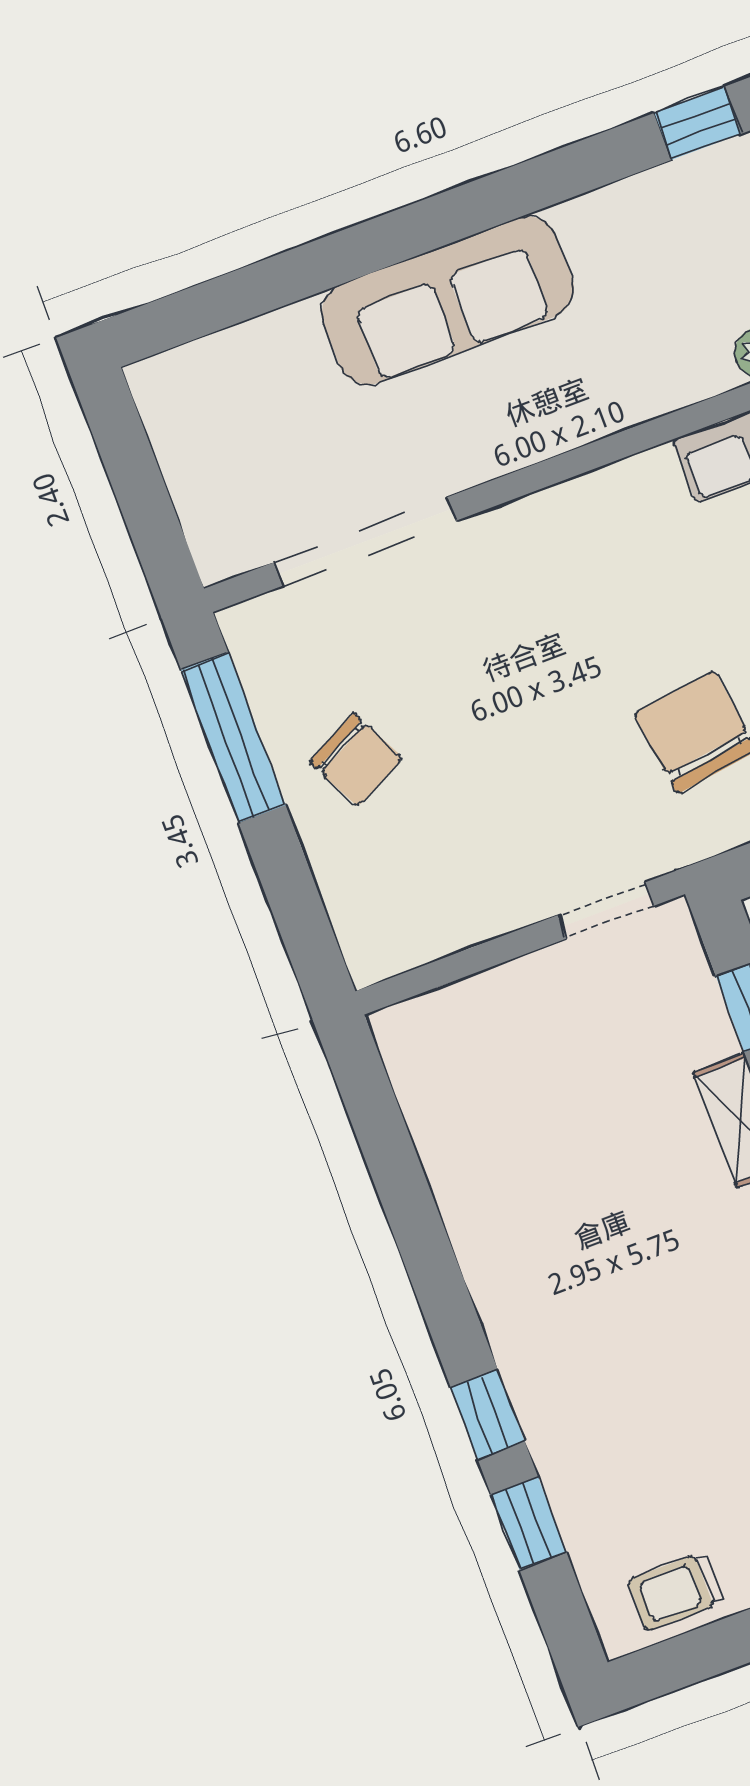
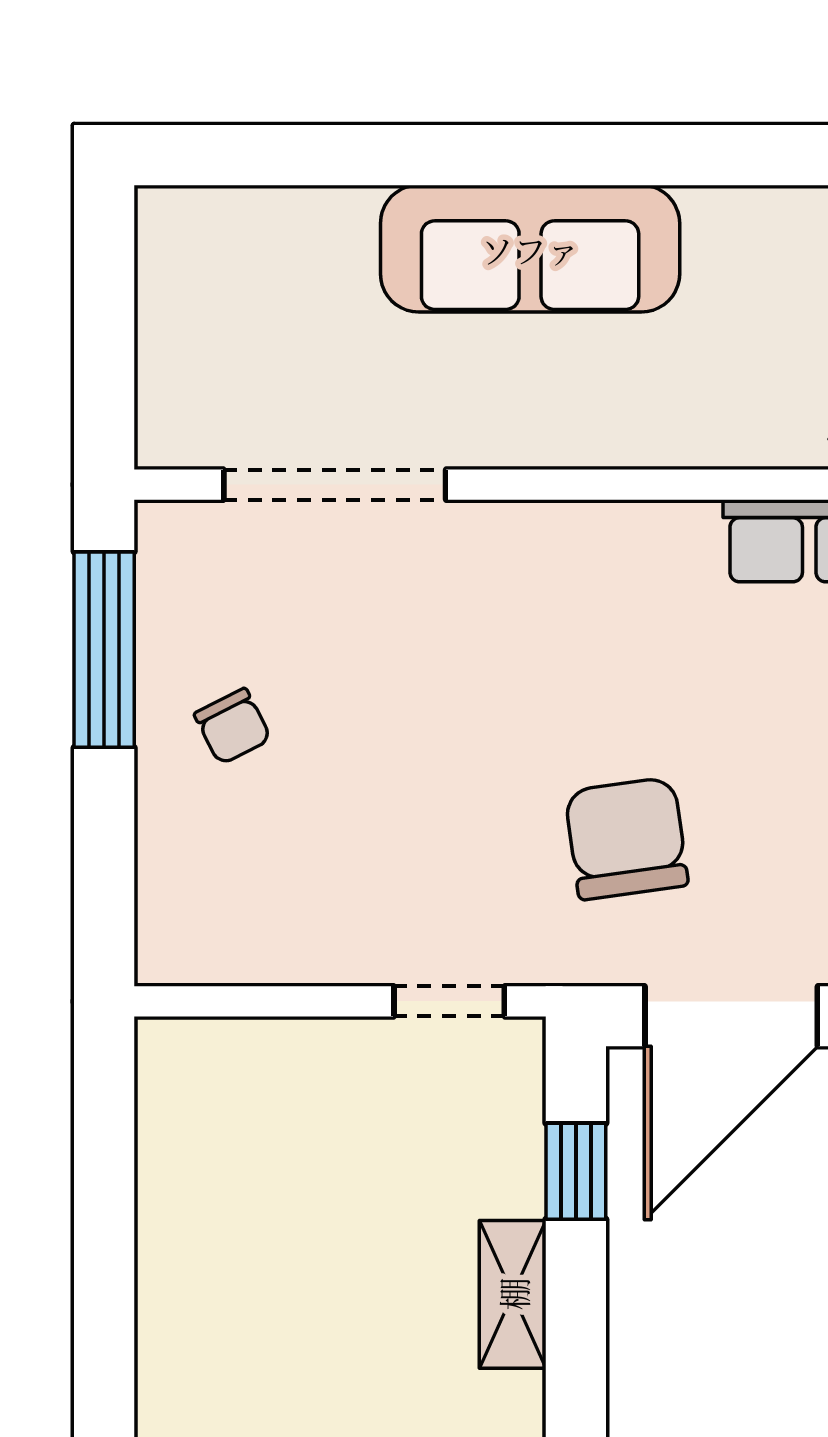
chair: (356, 760) -> (233, 726), width x0.73, depth x0.73

